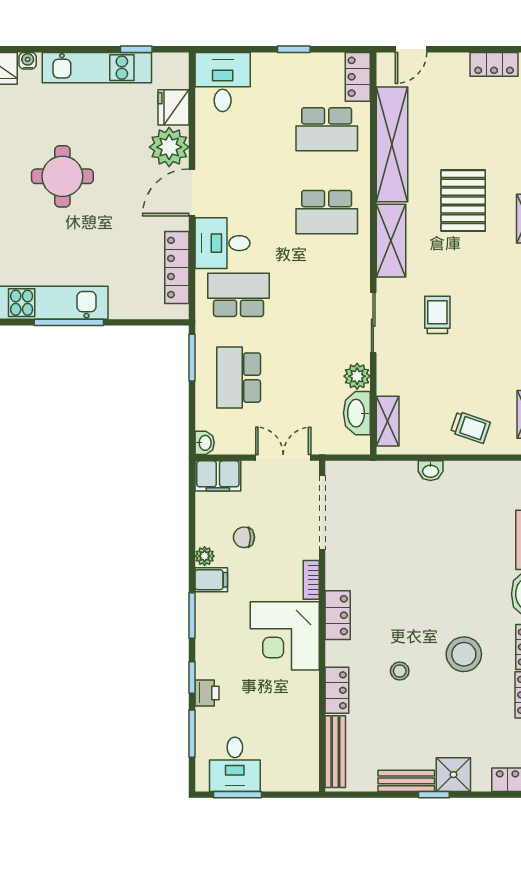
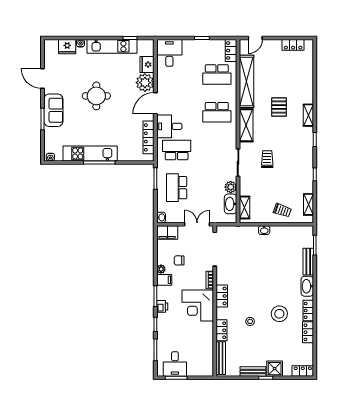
pallet: (463, 201) -> (279, 107), width x0.67, depth x0.71
printer: (207, 693) -> (162, 306), moved

